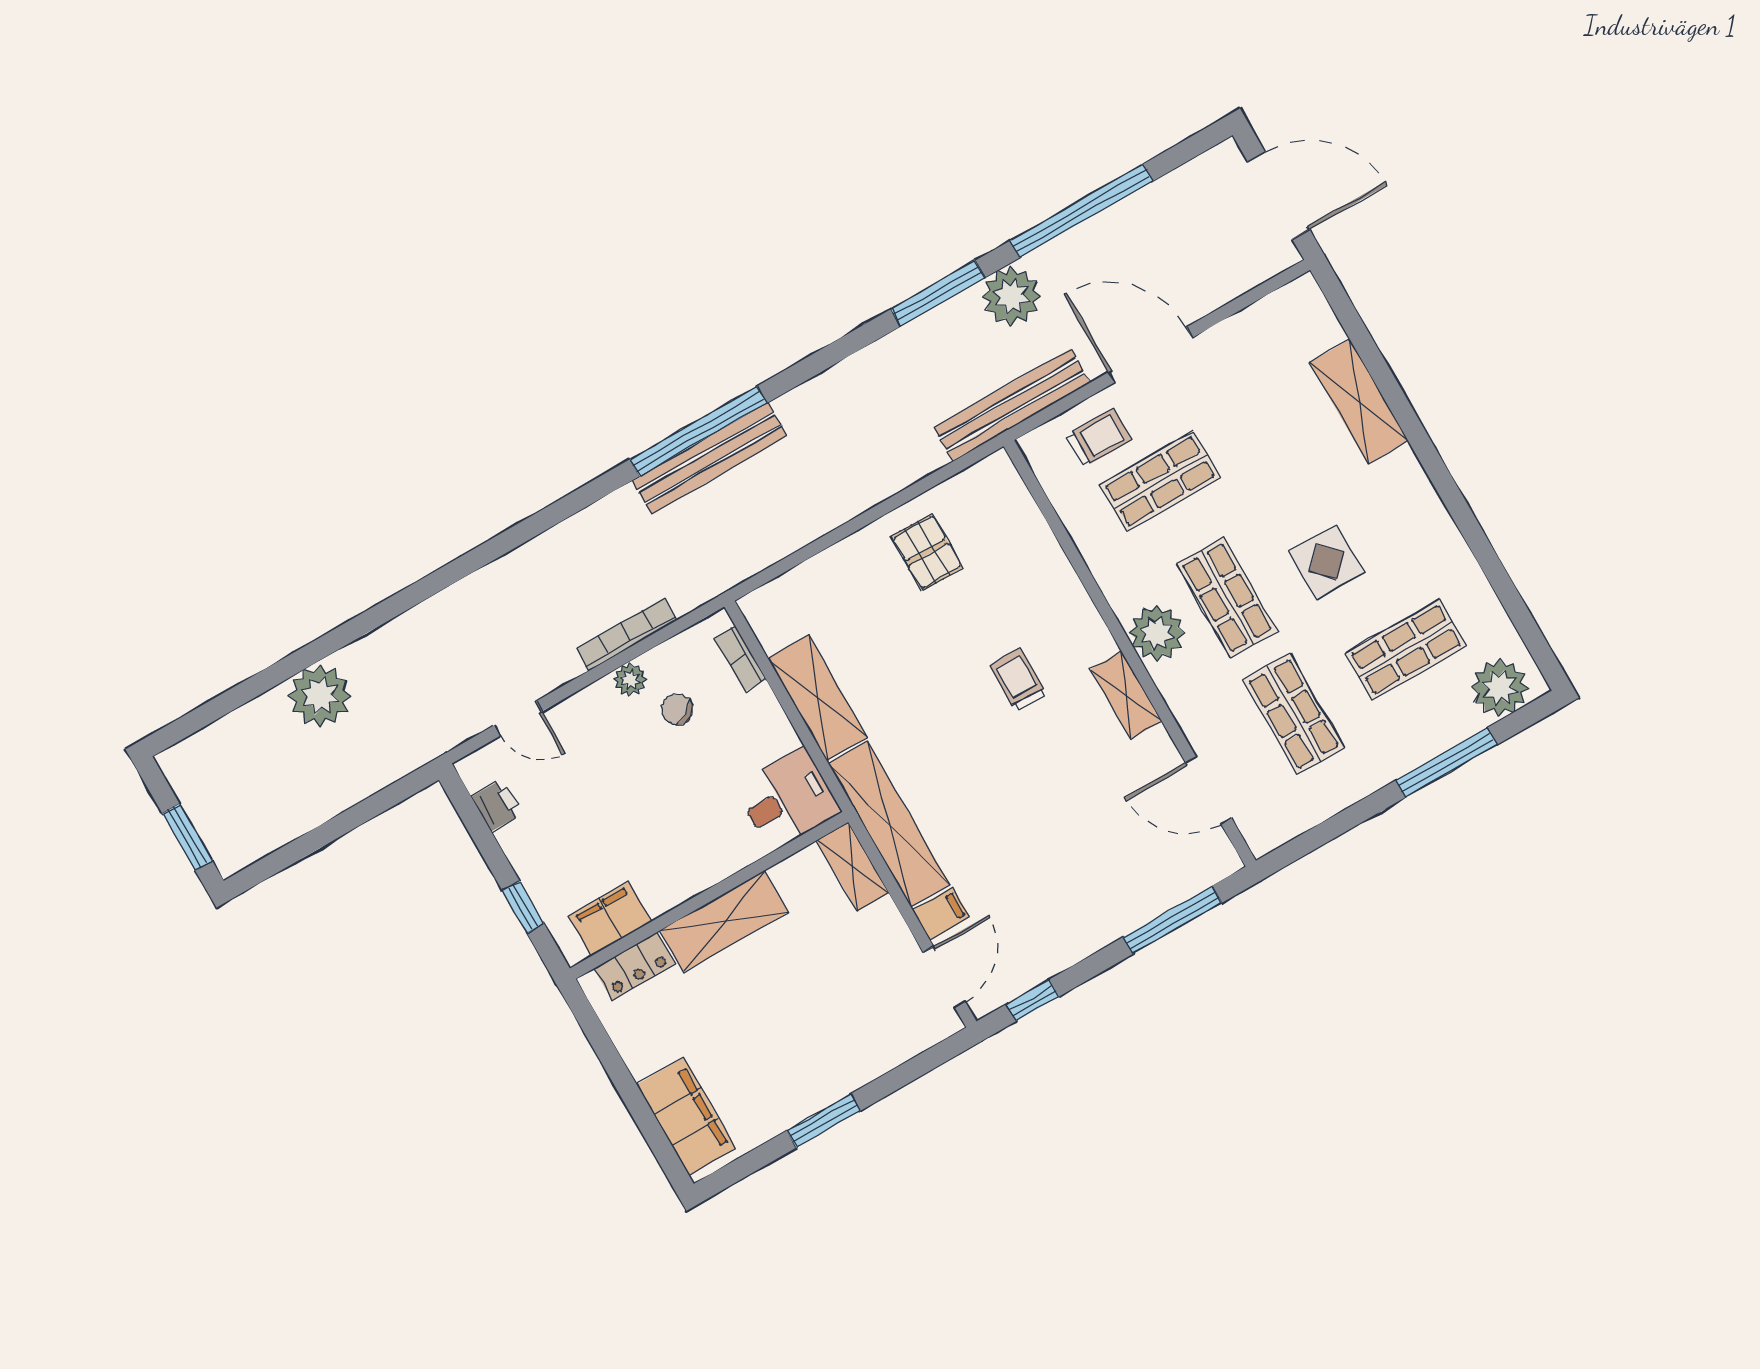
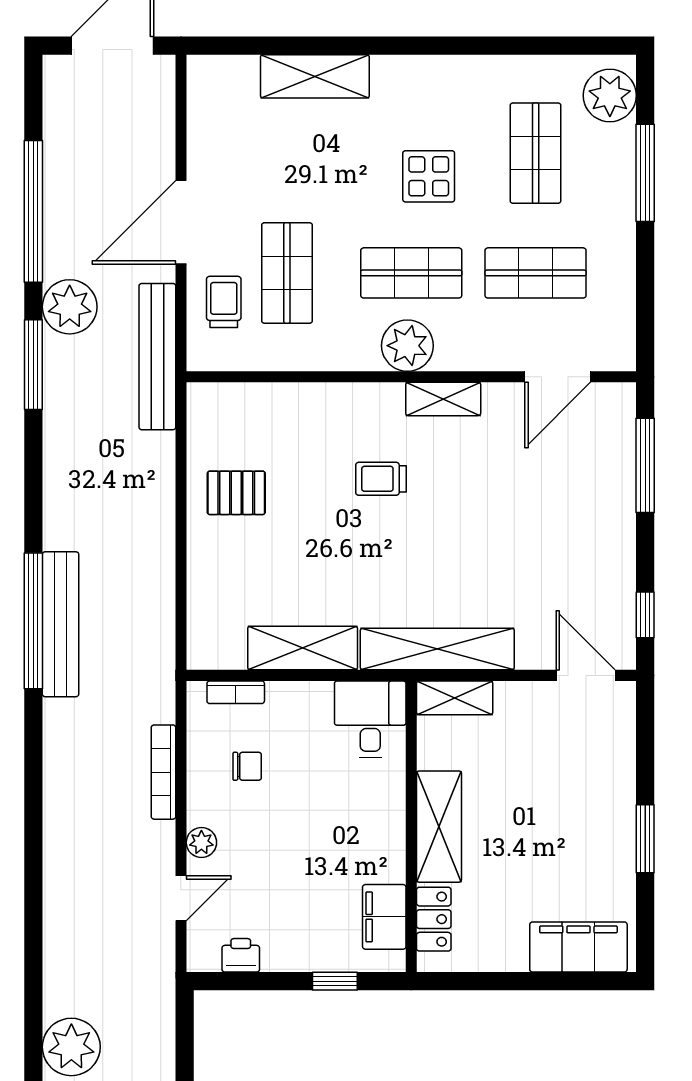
plant: (630, 679) -> (201, 842), moved
chair: (677, 709) -> (247, 766), turned -147
filing cabinet: (941, 914) -> (533, 648), removed

